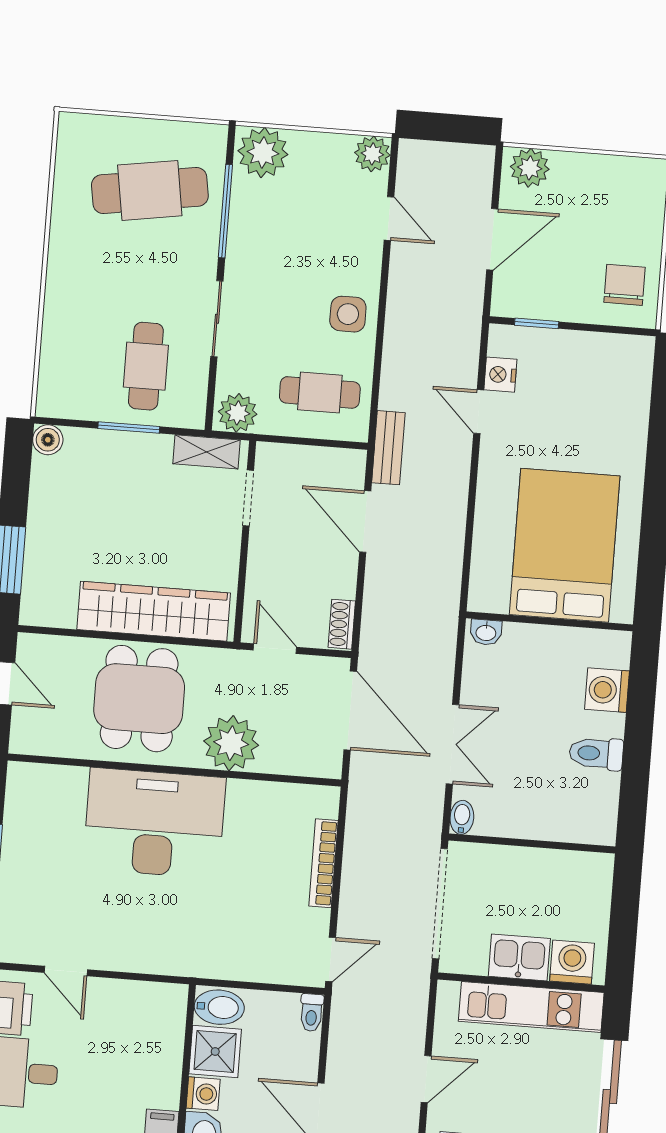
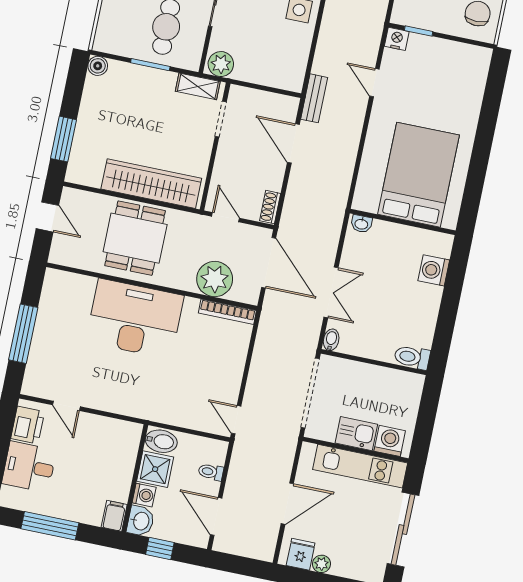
nightstand: (500, 375) -> (397, 39), moved, turned 90
cafe table: (320, 392) -> (275, 58), removed
plant: (231, 743) -> (215, 279), moved
toilet: (596, 753) -> (412, 357), moved
bookcase: (323, 863) -> (227, 312), moved, turned -90
door: (331, 959) -> (236, 420), swing flipped
toilet: (312, 1013) -> (211, 472), moved, turned 90
door: (426, 1079) -> (287, 504), width x1.38

